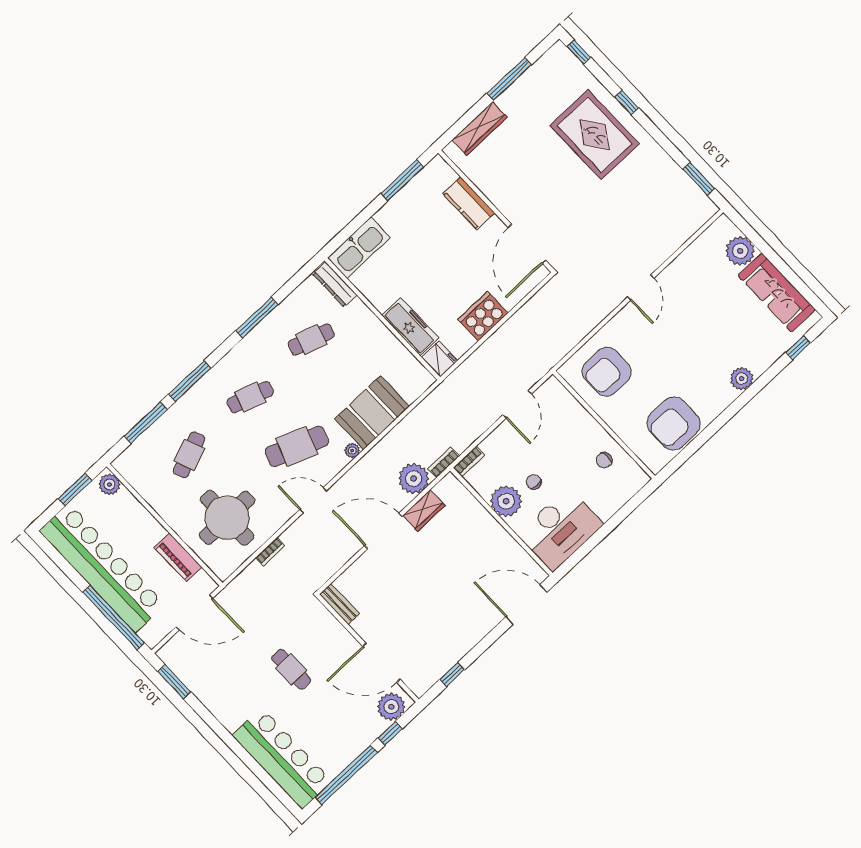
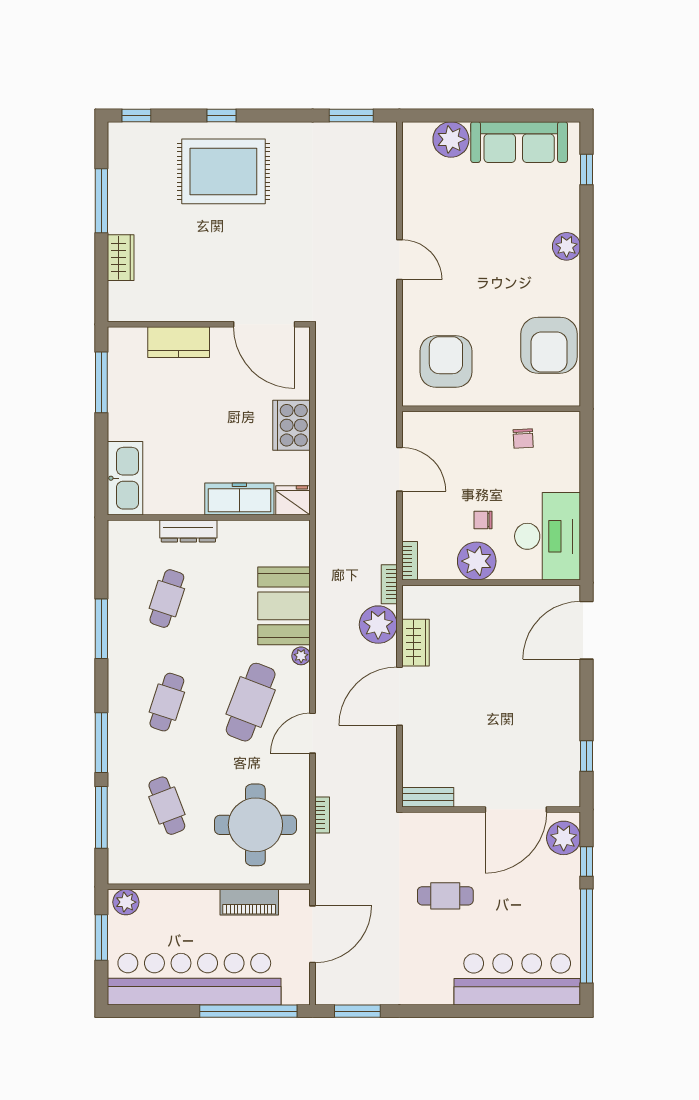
wardrobe: (480, 129) -> (121, 258), width x0.67
dresser: (335, 284) -> (188, 531), moved
armchair: (607, 372) -> (446, 361), turned 180

